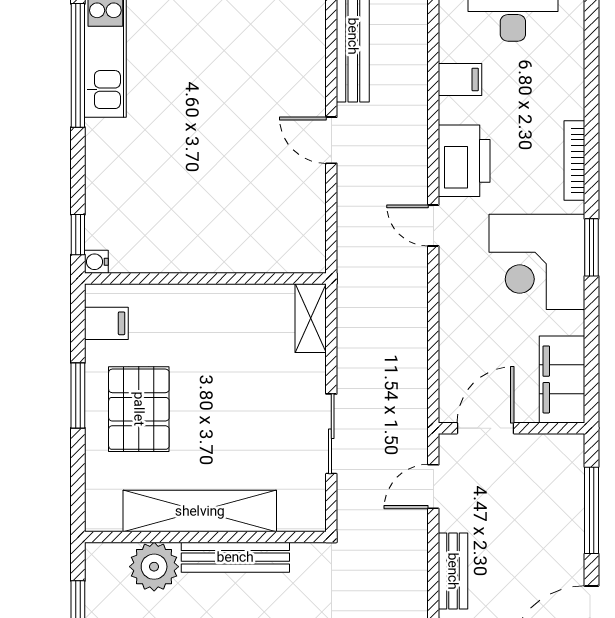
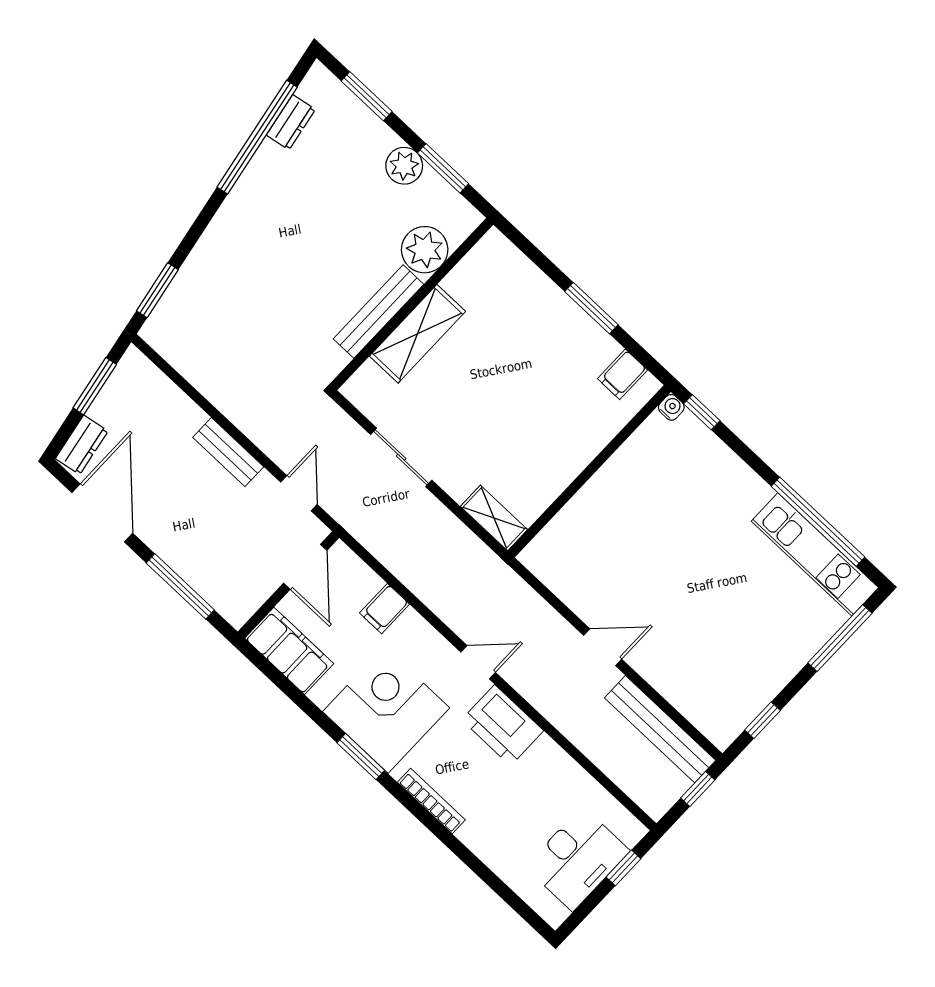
filing cabinet: (460, 79) -> (385, 609), moved
pallet: (139, 409) -> (543, 341), removed
shelving: (200, 511) -> (417, 334), width x0.68

